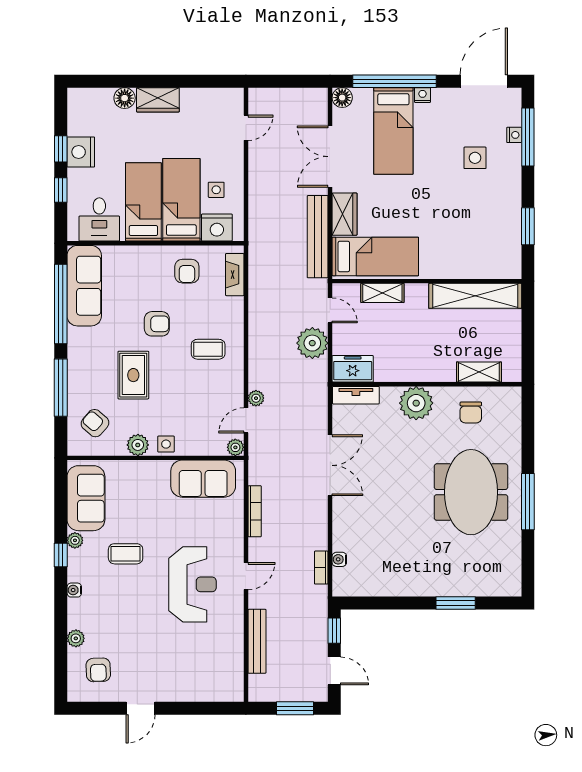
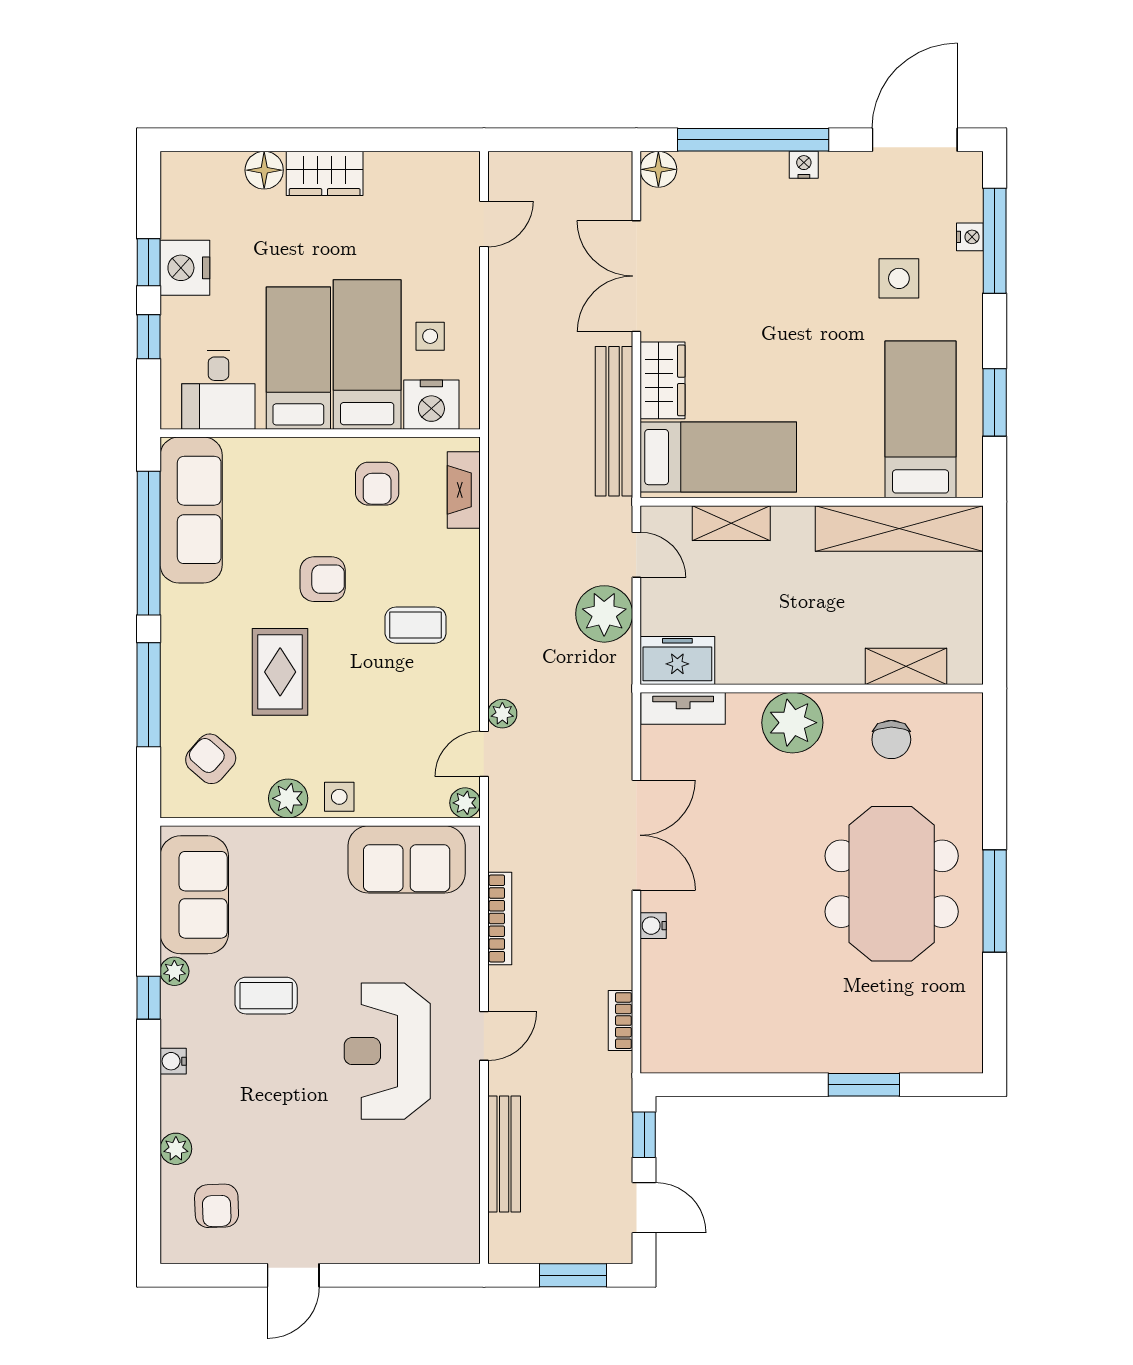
bed: (393, 131) -> (921, 419), moved, turned 180
water cooler: (339, 559) -> (653, 926), moved
reception desk: (192, 584) -> (387, 1051), turned 180

